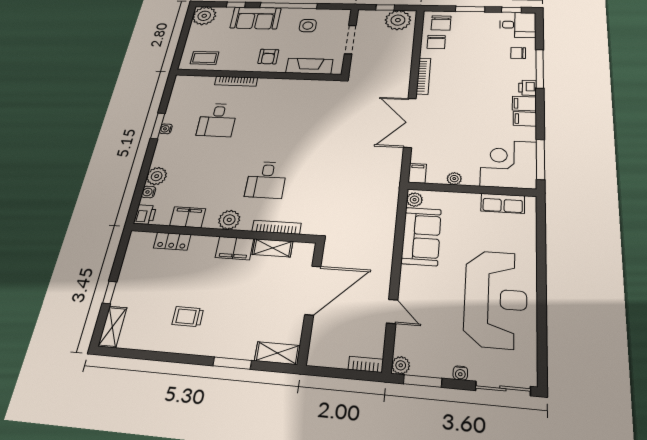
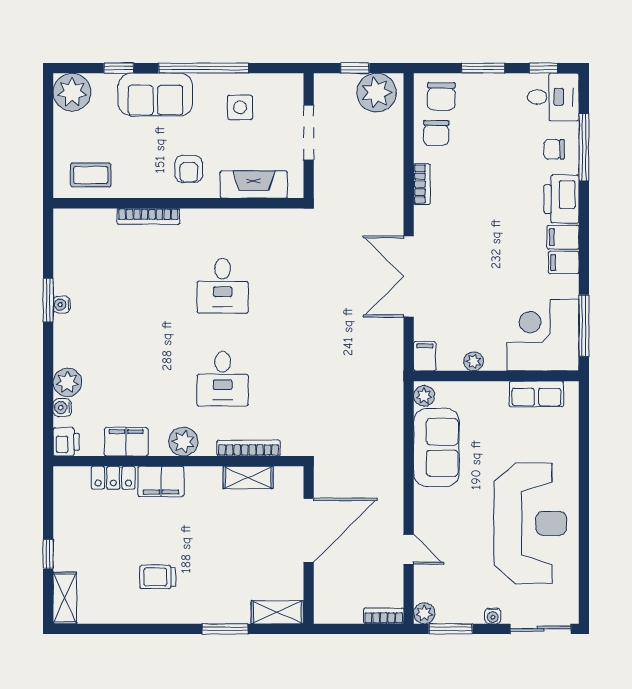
window: (540, 69) -> (584, 147), moved
bookcase: (423, 76) -> (422, 184), width x0.64
printer: (527, 88) -> (562, 199), width x1.87, depth x1.48
desk: (217, 120) -> (223, 286), moved
filing cabinet: (234, 248) -> (161, 481), moved

